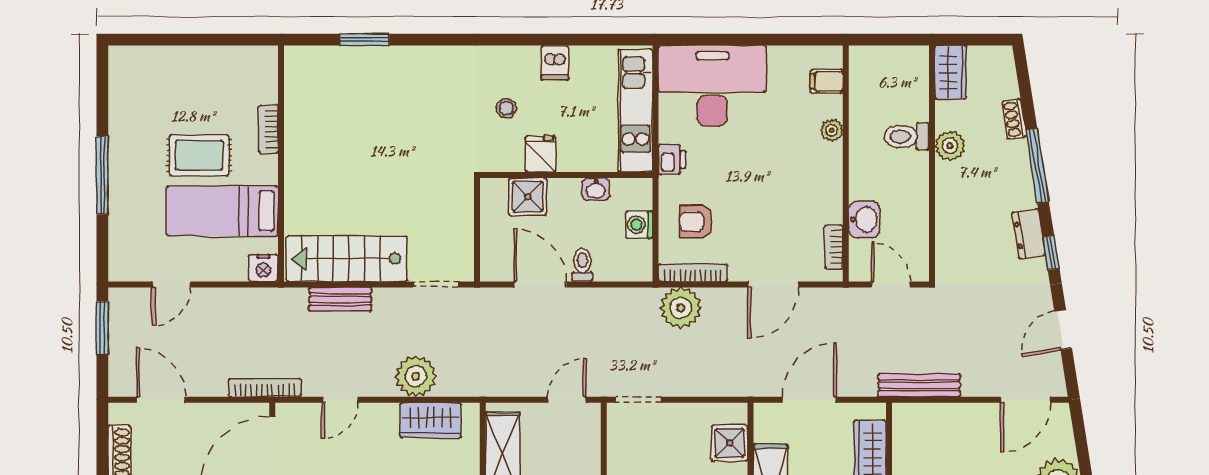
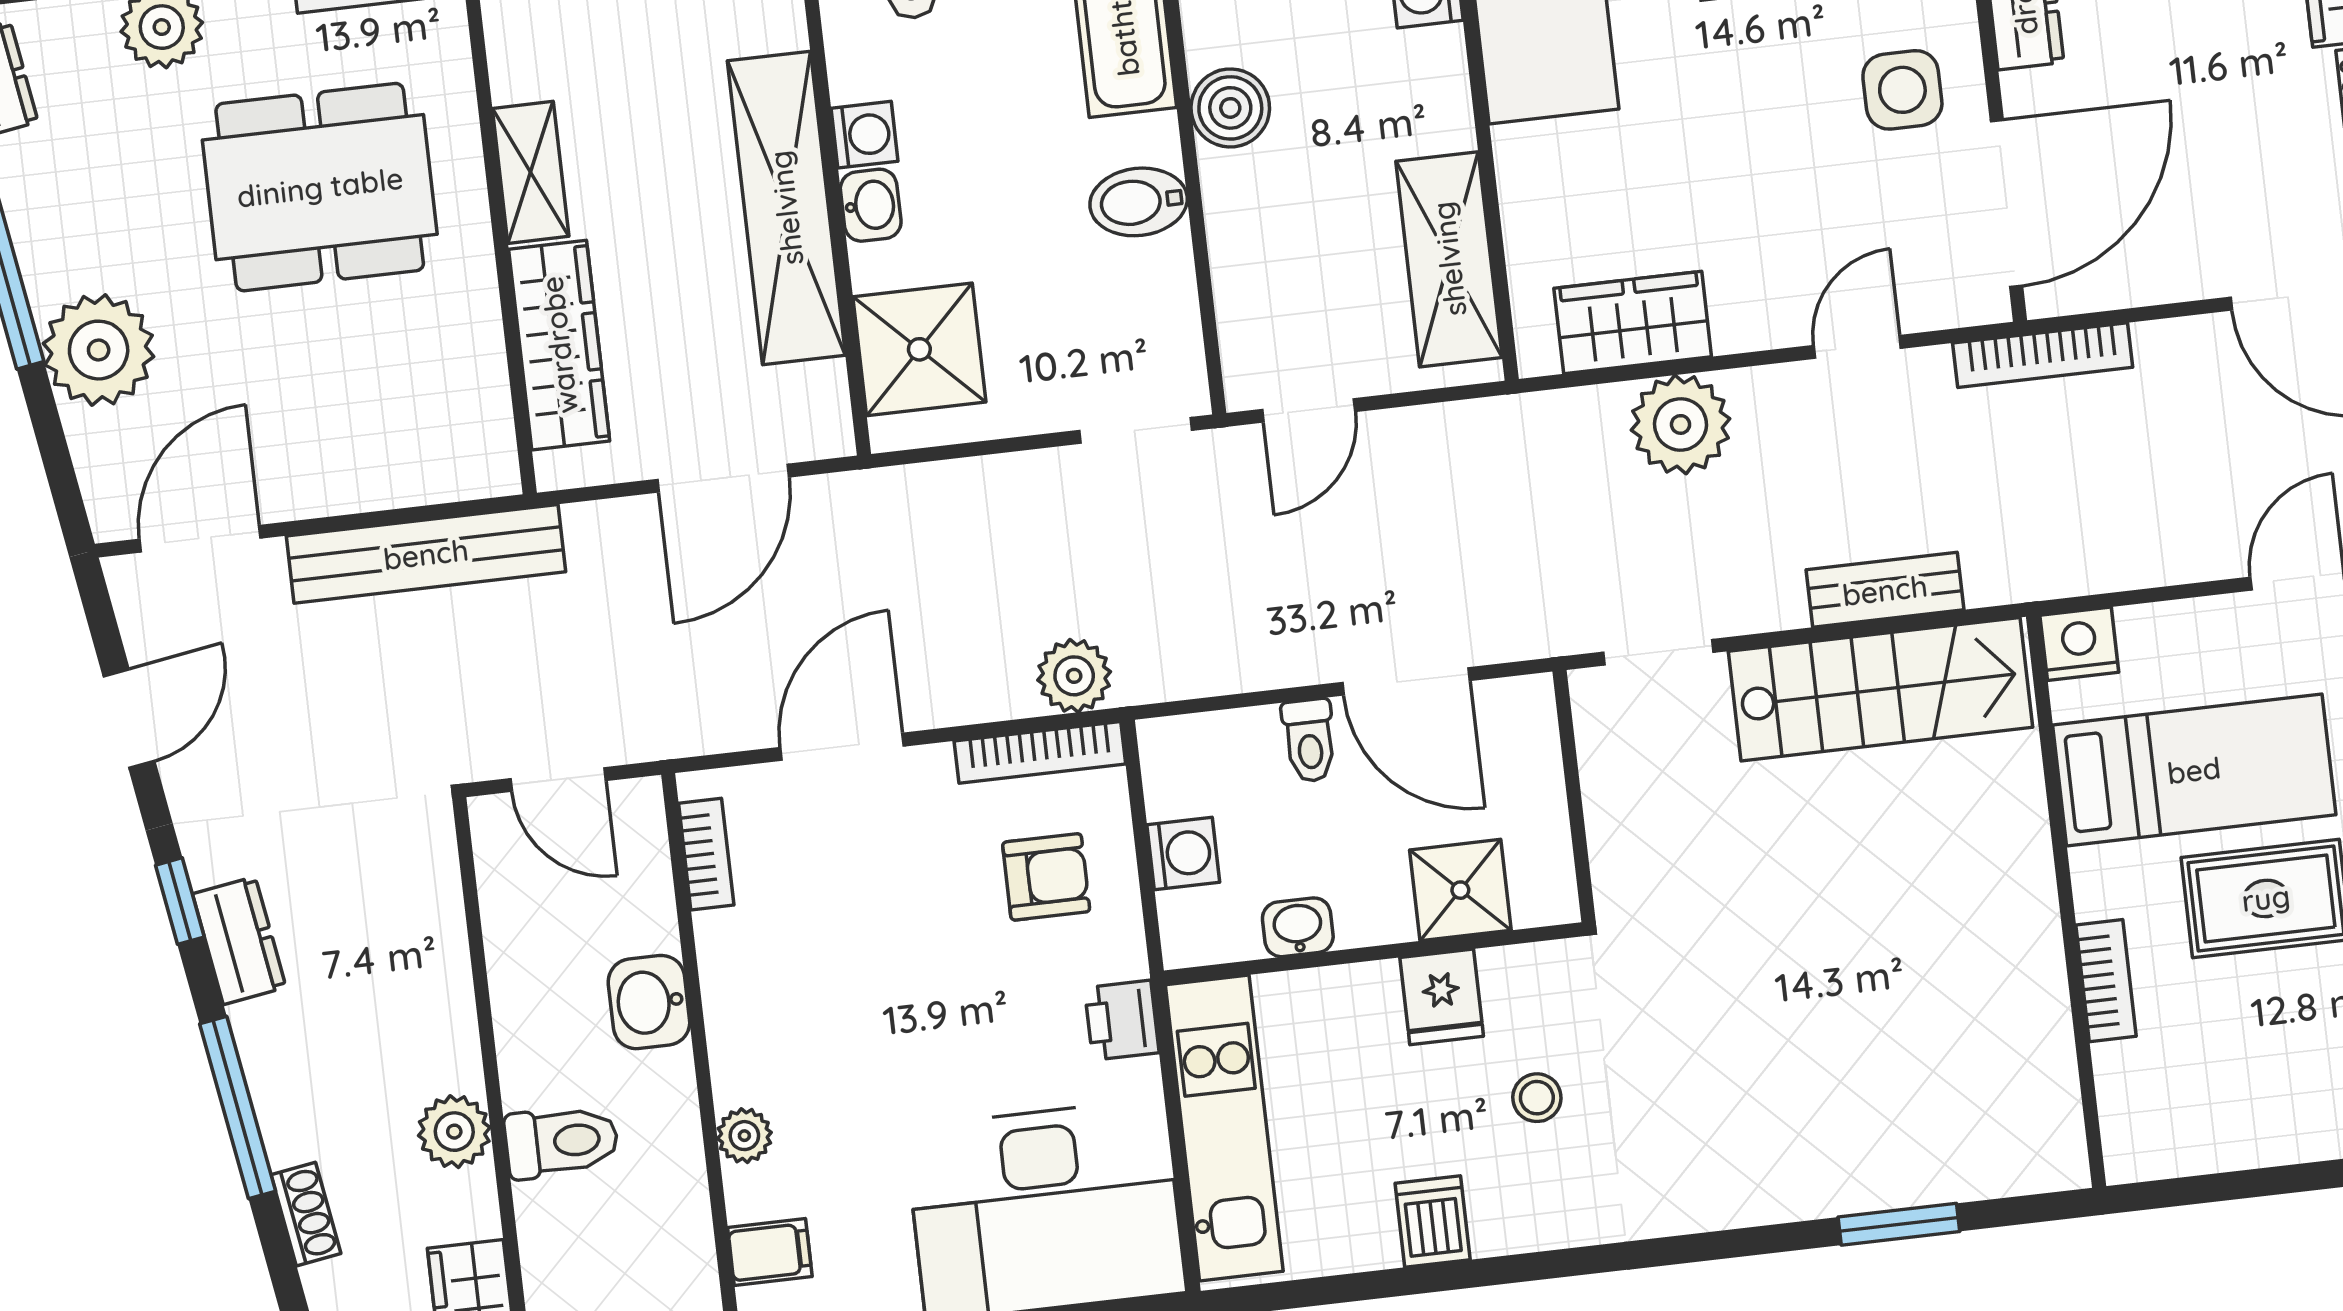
washbasin: (864, 219) -> (649, 1002), moved
plant: (681, 308) -> (1074, 676), width x0.73, depth x0.73
bench: (919, 385) -> (426, 554), width x1.37, depth x1.21
shower: (730, 443) -> (919, 349), width x1.36, depth x1.36

